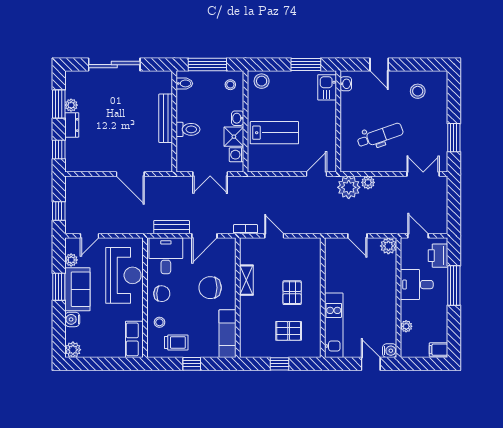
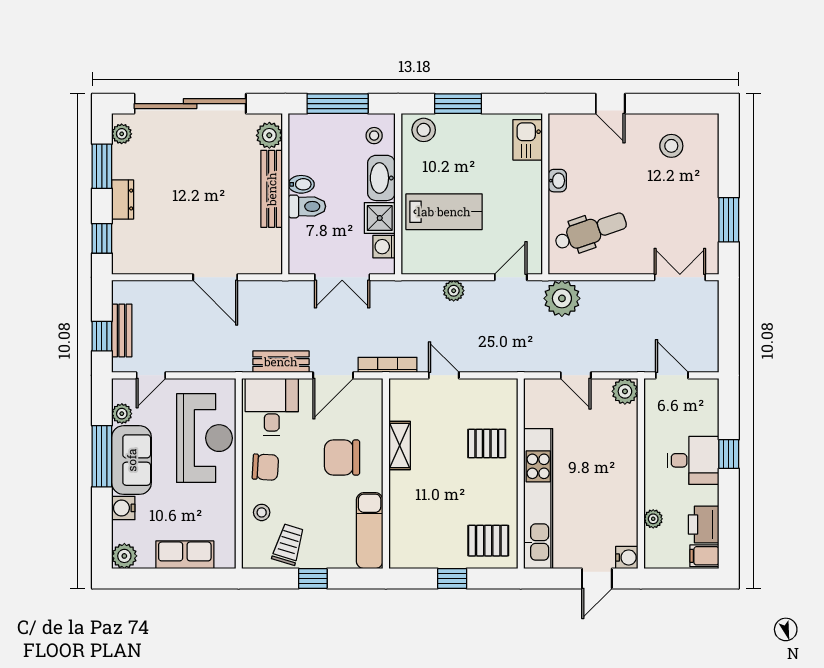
sliding door: (114, 65) -> (190, 104), width x1.36
window: (306, 65) -> (458, 104), moved
bidet: (184, 83) -> (301, 184), moved
plant: (164, 84) -> (269, 135), added
washbasin: (346, 84) -> (557, 181), moved
plant: (71, 105) -> (122, 134), moved
washbasin: (238, 118) -> (381, 178), width x1.91, depth x1.45
dental chair: (380, 136) -> (591, 231), moved
plant: (368, 182) -> (454, 291), moved
bench: (71, 208) -> (122, 331), added
bookcase: (245, 229) -> (387, 365), width x1.56
printer: (438, 256) -> (704, 525), moved
desk: (417, 285) -> (693, 460), moved, turned 180
window: (454, 285) -> (729, 454), width x0.46
window: (59, 287) -> (102, 456), width x1.44
pallet: (292, 293) -> (487, 443), moved, turned 90
kitchen unit: (334, 325) -> (538, 499), width x1.36
pallet: (289, 331) -> (488, 541), moved
row of seats: (134, 339) -> (185, 555), moved, turned 90
trolley: (176, 342) -> (288, 545), turned -73
door: (371, 364) -> (597, 578), swing flipped

